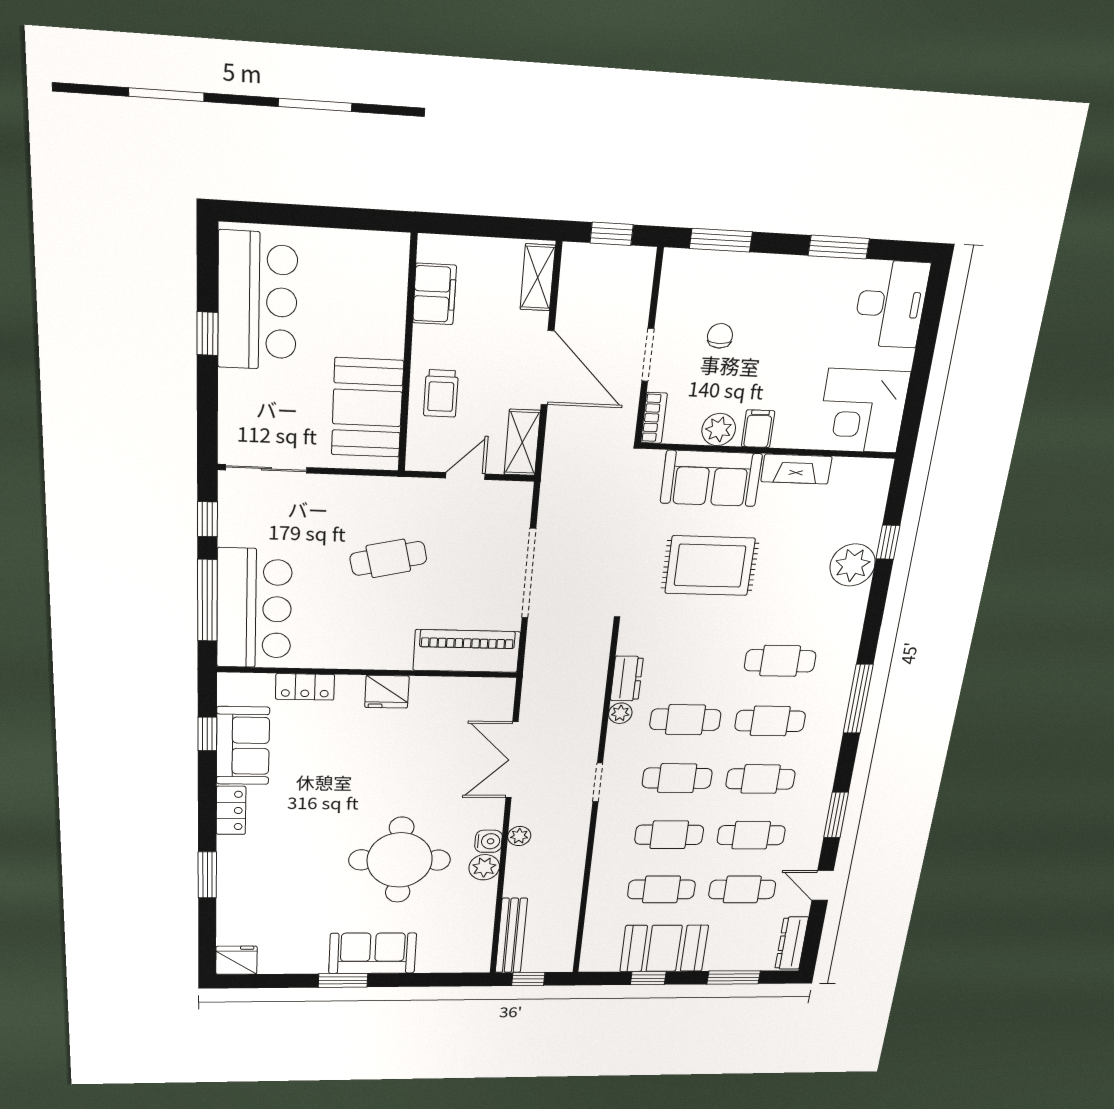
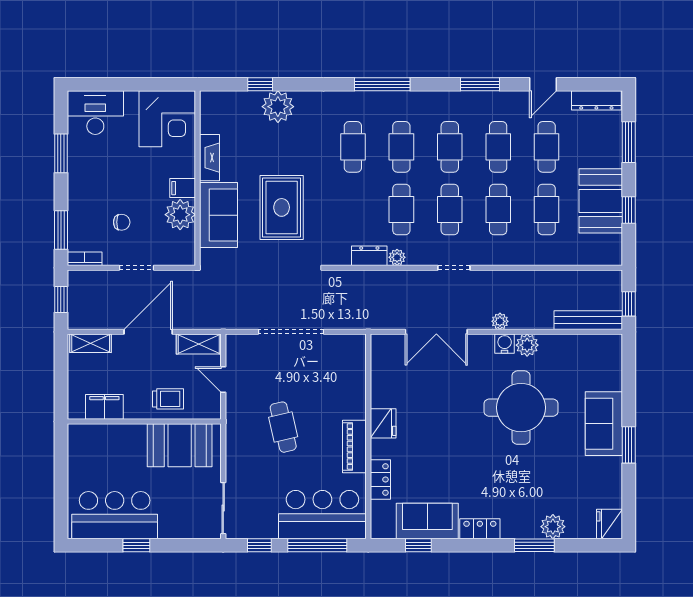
chair: (720, 336) -> (122, 222), turned 180
bookcase: (654, 418) -> (85, 259), moved
plant: (719, 429) -> (180, 215), width x1.36, depth x1.36
piano: (467, 651) -> (354, 446), moved, width x0.73, depth x0.75
plant: (233, 897) -> (553, 527), added

